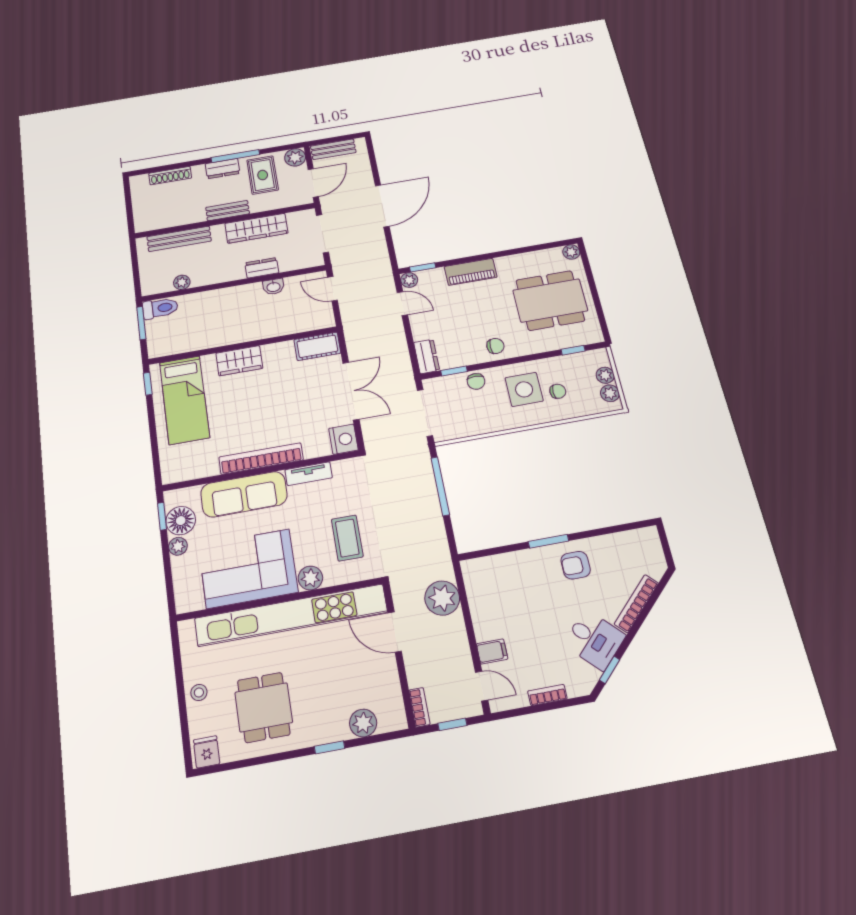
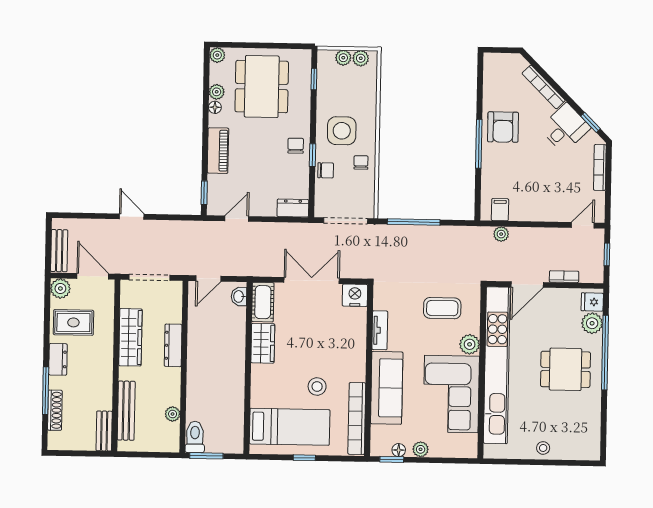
window: (235, 156) -> (46, 391), moved
door: (382, 206) -> (132, 217), width x0.53
bench: (228, 211) -> (104, 431), moved
floor lamp: (516, 260) -> (215, 107), added
dresser: (262, 268) -> (173, 345), width x1.44
plant: (409, 280) -> (217, 92), moved
washbasin: (273, 287) -> (239, 296), moved, turned 180
wardrobe: (239, 361) -> (263, 343), moved
window: (454, 371) -> (312, 155), moved
window: (148, 384) -> (304, 458), moved
chair: (558, 391) -> (361, 162), moved
stool: (234, 419) -> (317, 387), added
bookcase: (261, 459) -> (357, 419), moved
floor lamp: (181, 521) -> (399, 450), width x0.53, depth x0.53
window: (548, 541) -> (479, 144), width x1.44
armchair: (576, 565) -> (503, 127), width x1.38, depth x1.38
plant: (442, 598) -> (501, 234), width x0.53, depth x0.53
filing cabinet: (492, 651) -> (500, 210), moved
bookcase: (547, 695) -> (600, 167), width x1.56
dining table: (264, 707) -> (566, 369), moved
bookcase: (419, 707) -> (564, 277), moved
window: (330, 747) -> (605, 353), width x3.17
fridge: (207, 752) -> (592, 302), moved

